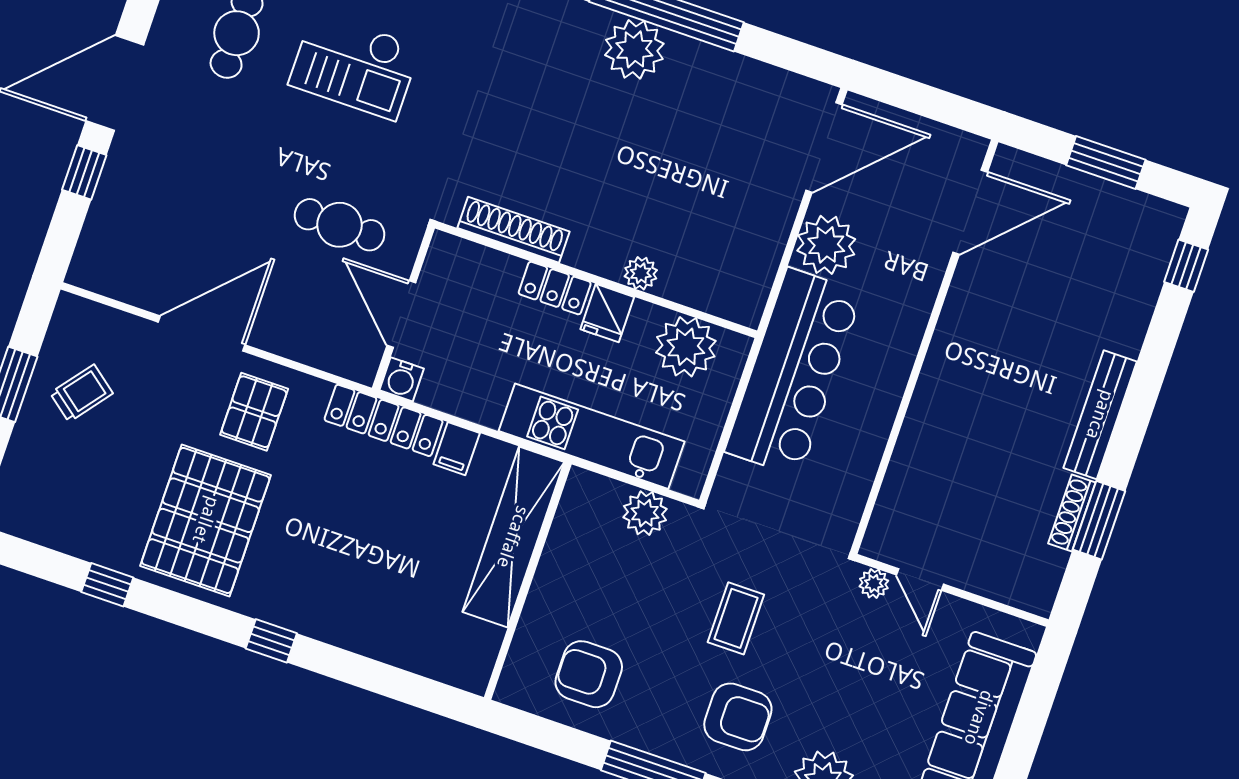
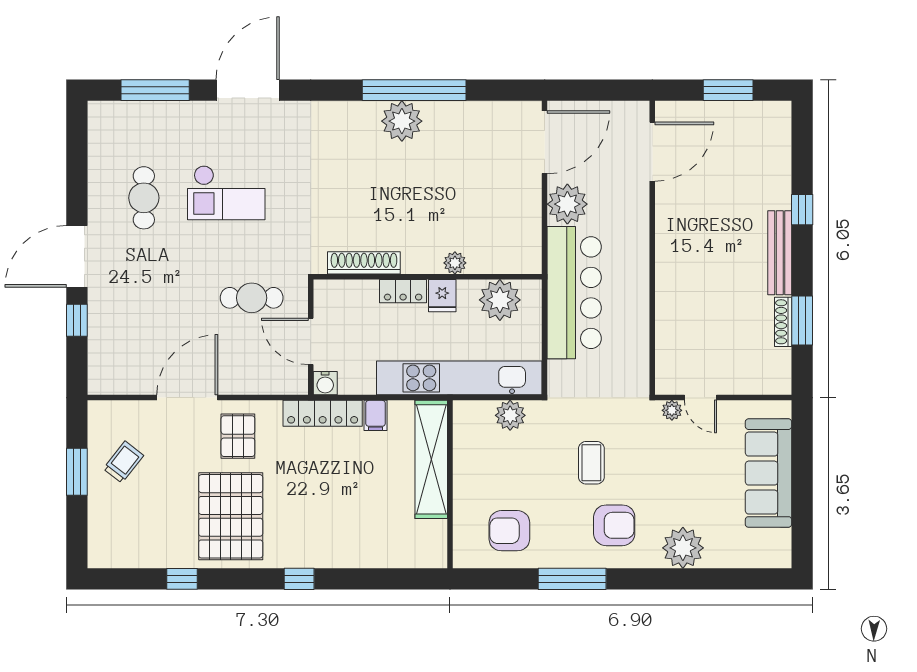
window: (1186, 266) -> (802, 210), moved
kitchen unit: (592, 436) -> (459, 378), width x1.36

